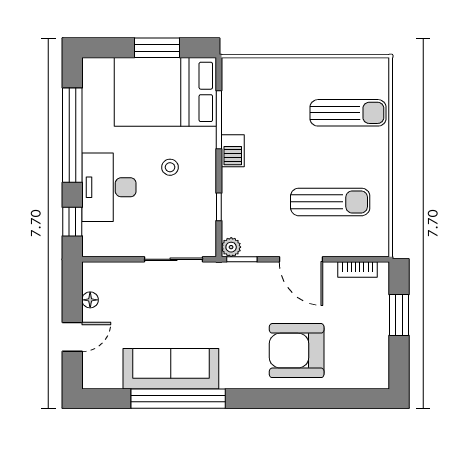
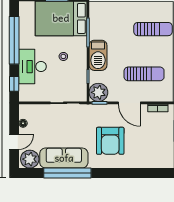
barbecue: (233, 151) -> (98, 55), width x1.88, depth x1.53
plant: (231, 247) -> (98, 92), width x1.88, depth x1.88
armchair: (297, 351) -> (110, 141), moved, turned -90
plant: (103, 371) -> (30, 159), added

